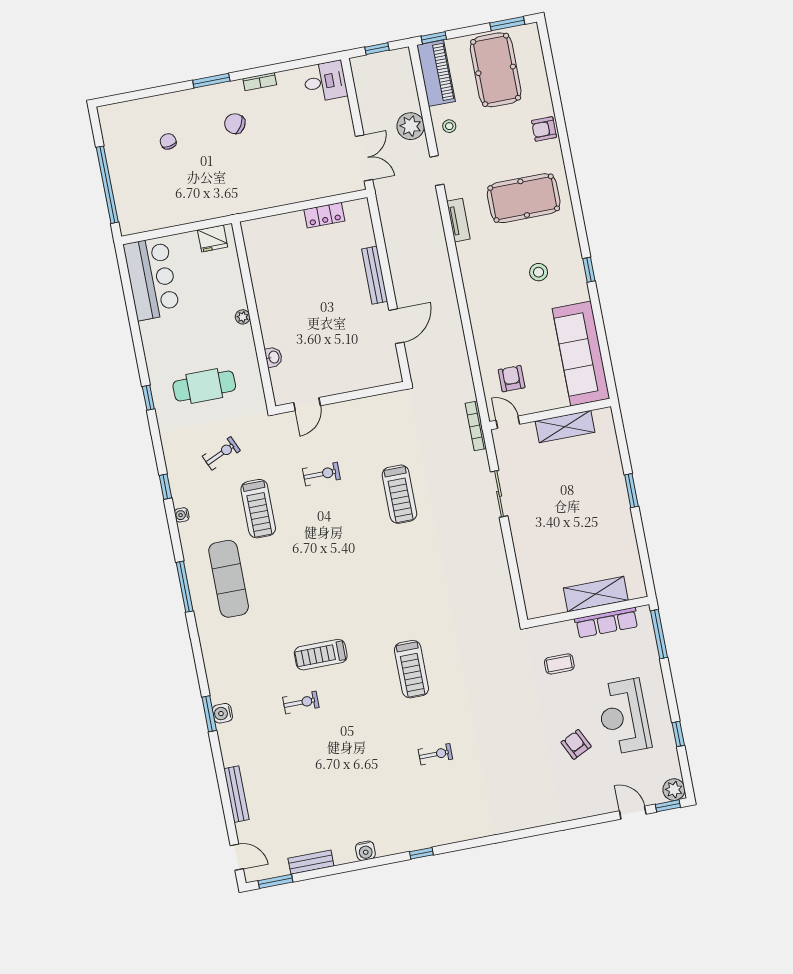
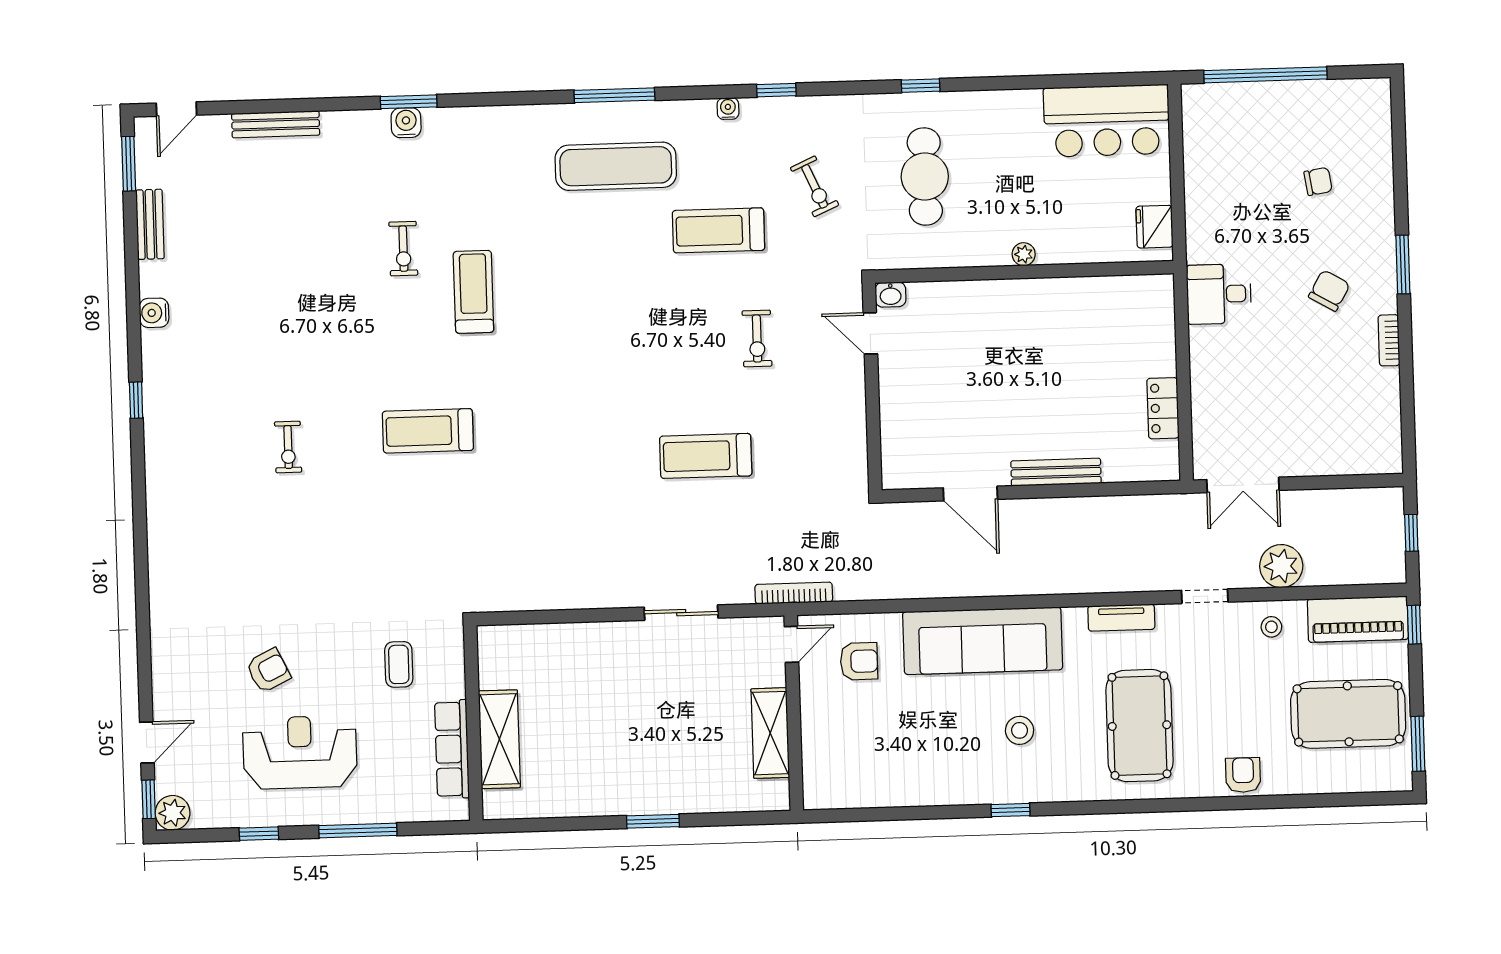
desk: (325, 82) -> (1219, 294), moved, turned 90
sofa: (581, 354) -> (983, 641), moved, turned 180
washbasin: (273, 357) -> (891, 295), moved
window: (659, 634) -> (358, 831), moved

